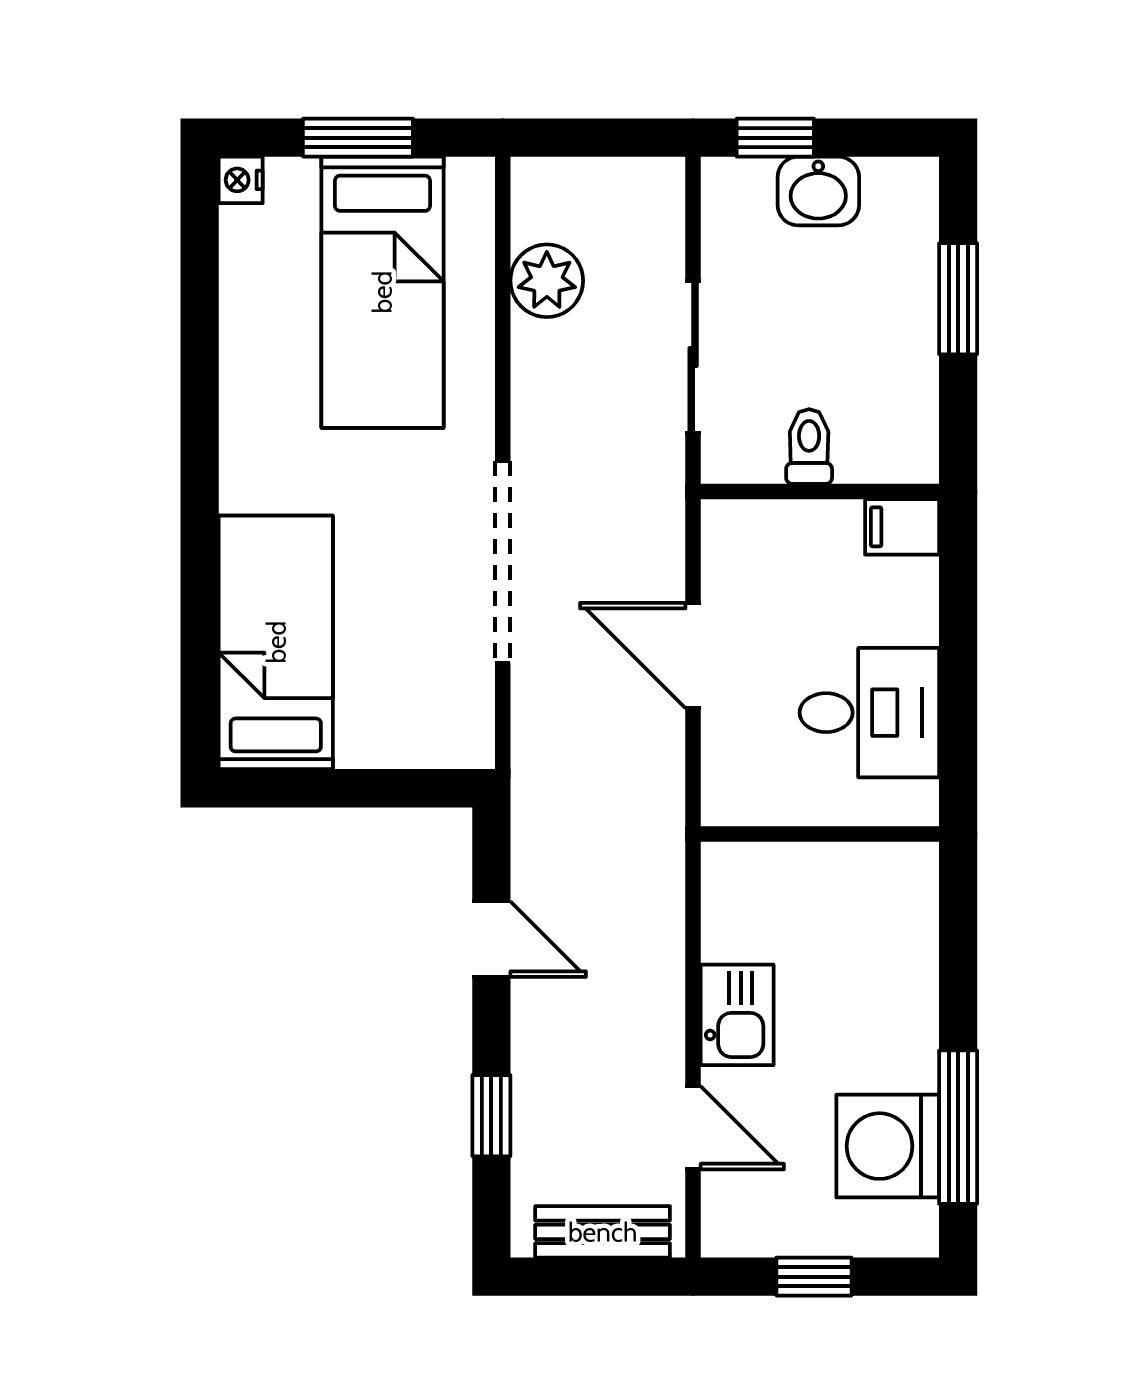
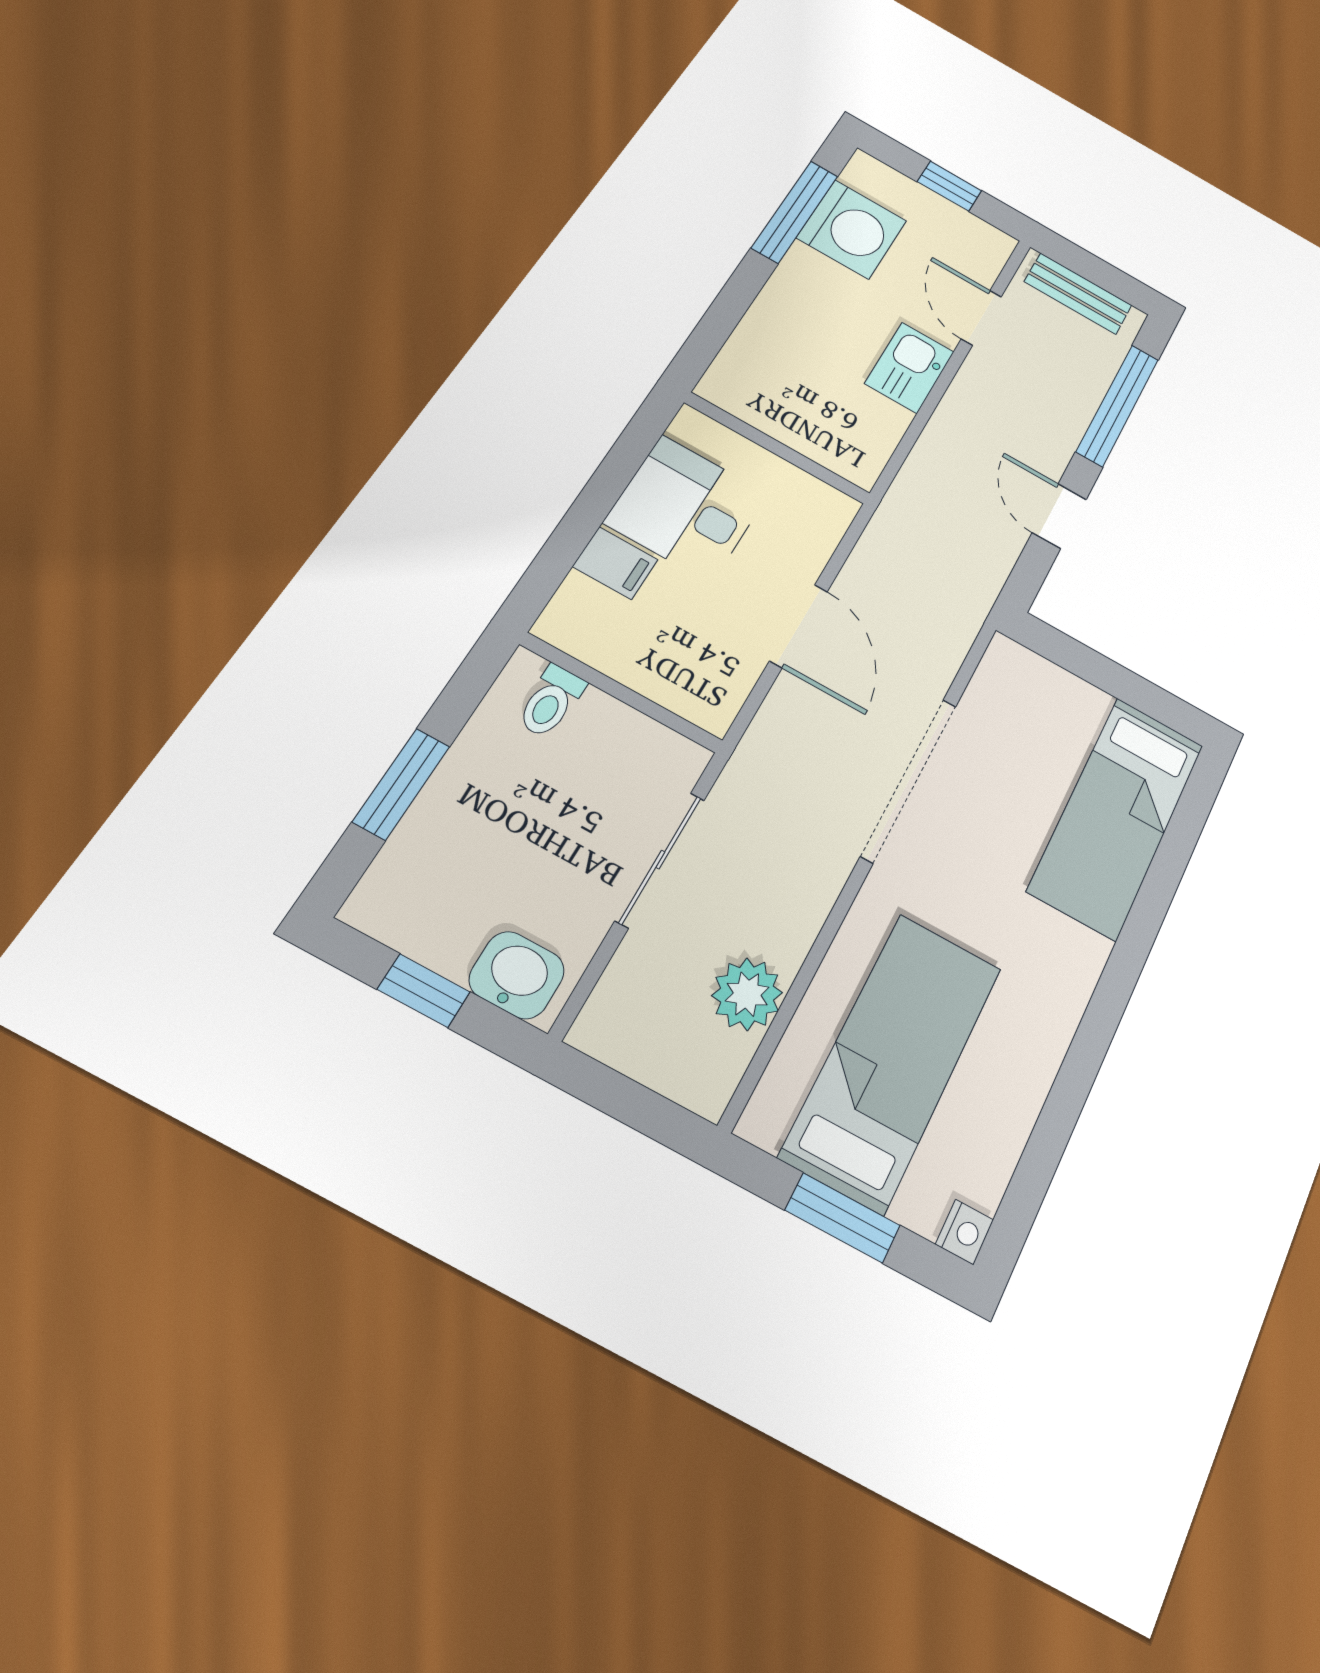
window: (775, 138) -> (424, 991), moved
washbasin: (818, 191) -> (517, 975), moved
toilet: (809, 446) -> (551, 701), moved
filing cabinet: (902, 527) -> (615, 563), moved
window: (491, 1116) -> (1118, 405), width x2.17

